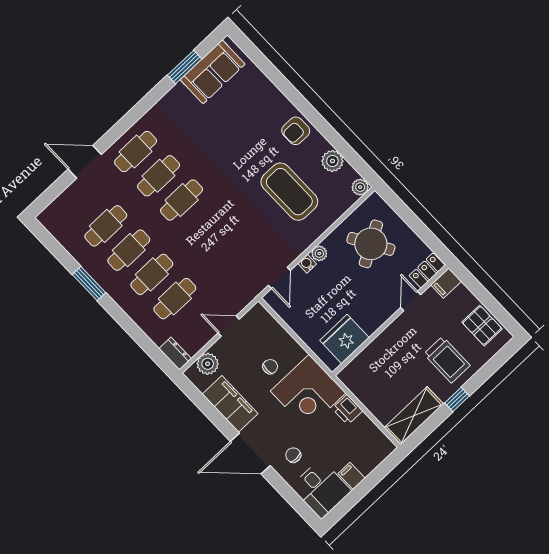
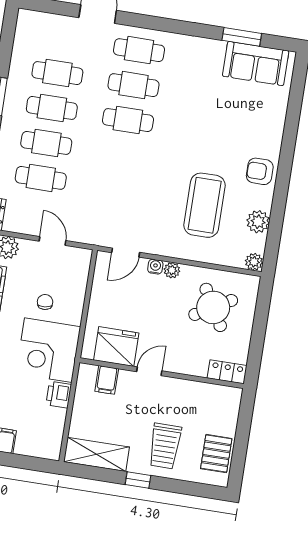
filing cabinet: (446, 283) -> (107, 380), moved, turned -90
door: (411, 301) -> (149, 371), moved
chair: (270, 367) -> (45, 302), turned -96

